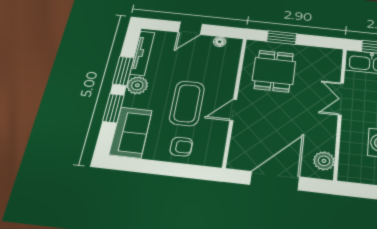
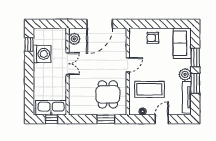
double door: (341, 99) -> (68, 64), moved
coffee table: (187, 103) -> (149, 89), moved, turned 90

